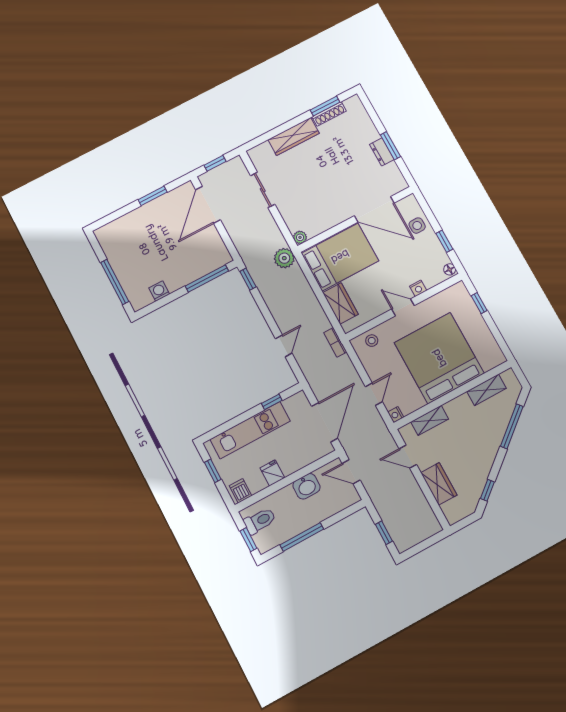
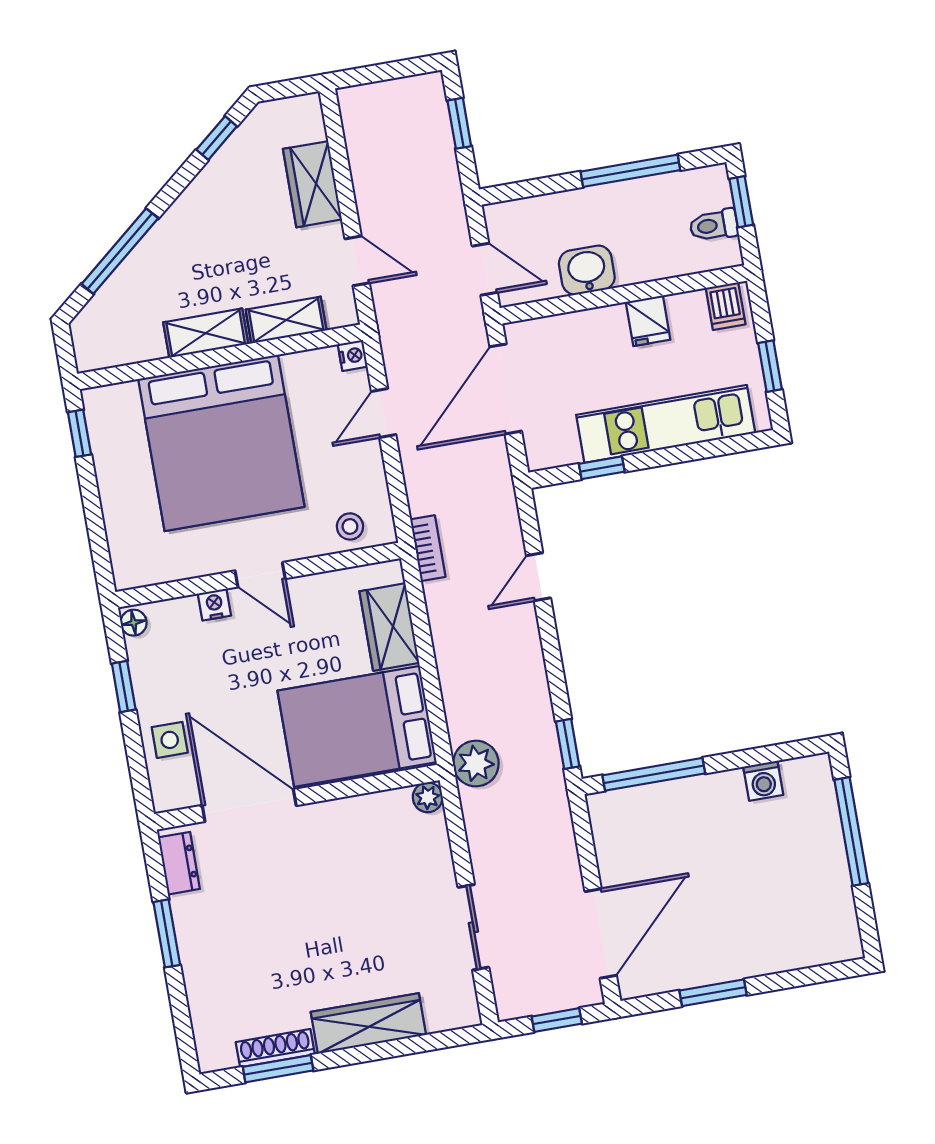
dresser: (382, 152) -> (179, 863), moved
window: (479, 303) -> (79, 433), moved
shelving: (487, 390) -> (206, 333), moved
toilet: (260, 521) -> (714, 225), width x0.73, depth x0.72

